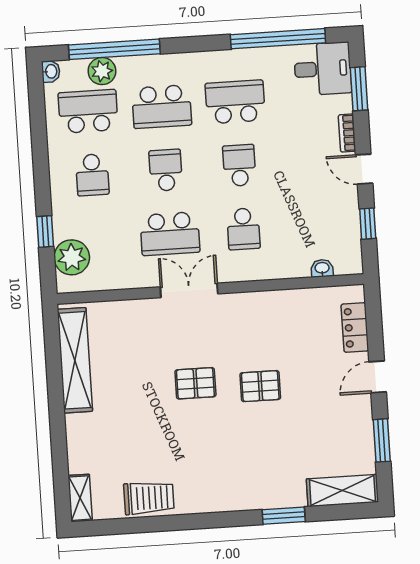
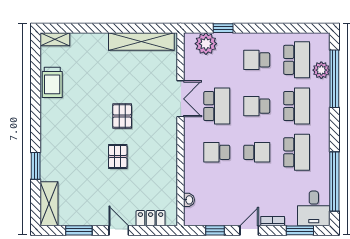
washbasin: (51, 71) -> (323, 38), removed
school desk: (162, 107) -> (297, 106), turned 180
school desk: (166, 170) -> (257, 106), turned 180
school desk: (170, 234) -> (217, 106), turned 180
double door: (189, 290) -> (181, 99), moved

